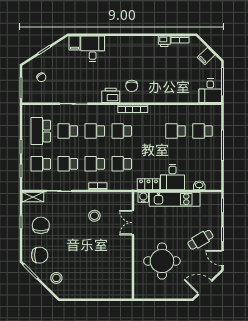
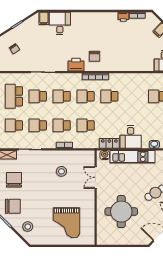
school desk: (176, 131) -> (109, 96), moved
grand piano: (100, 274) -> (67, 223), added

